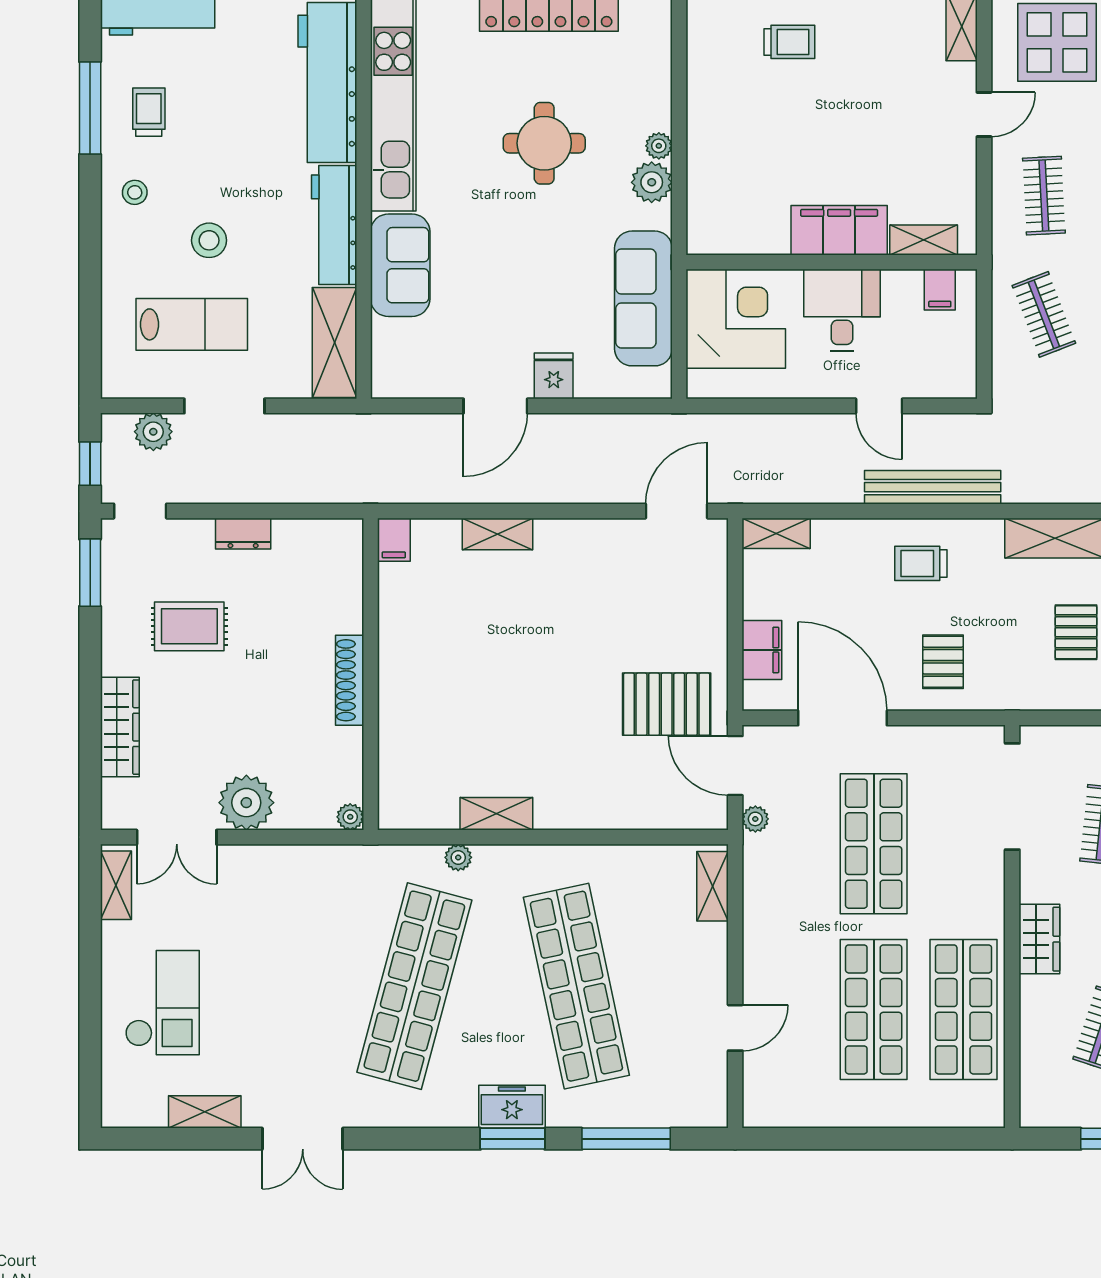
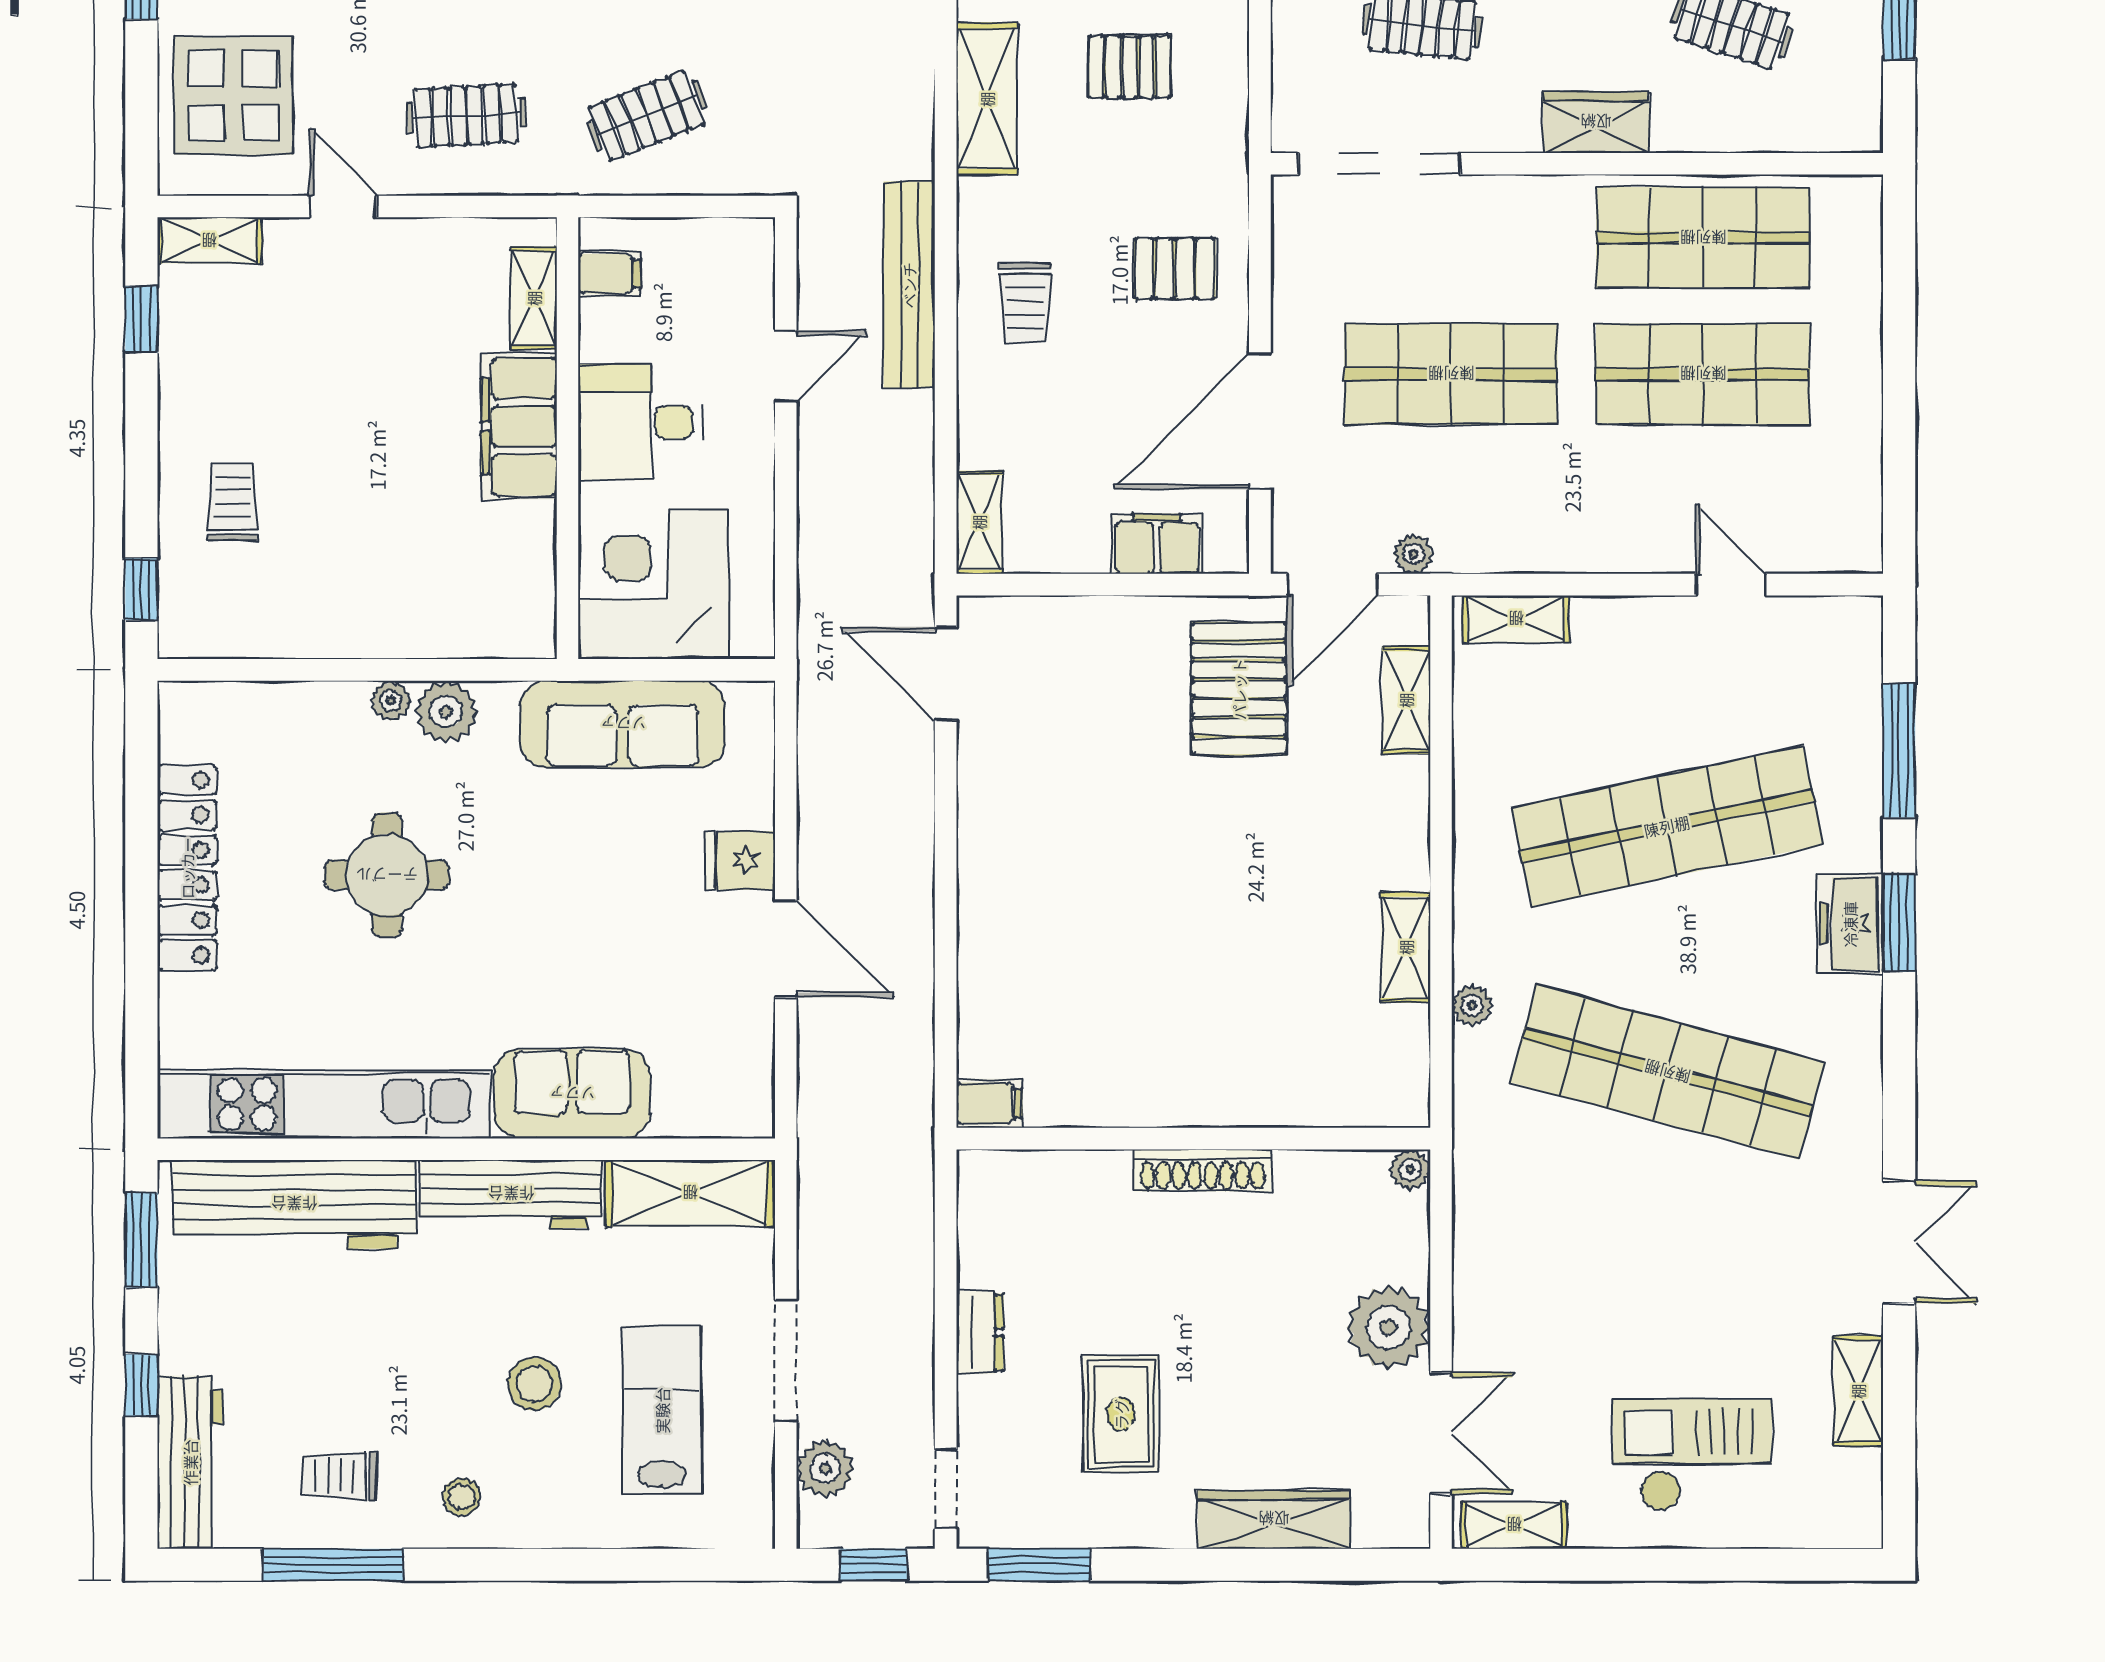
shelving: (497, 534) -> (1406, 700), moved

